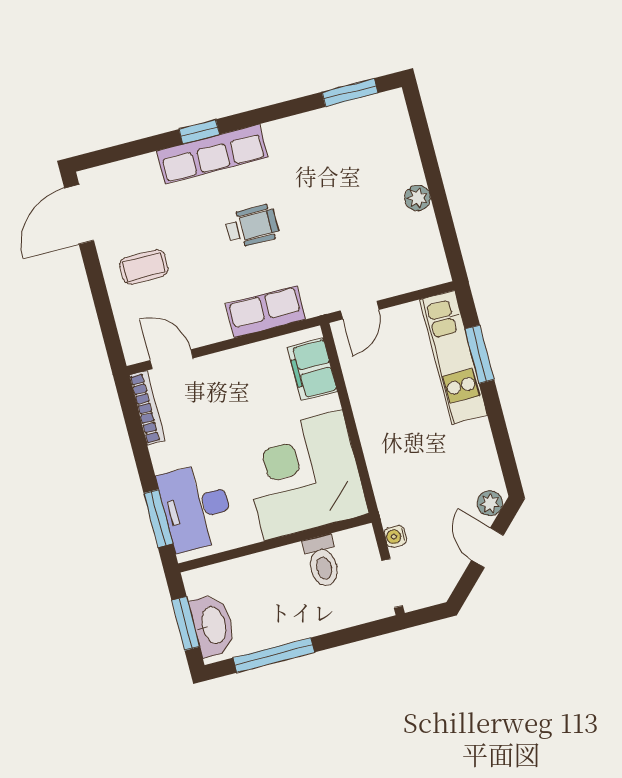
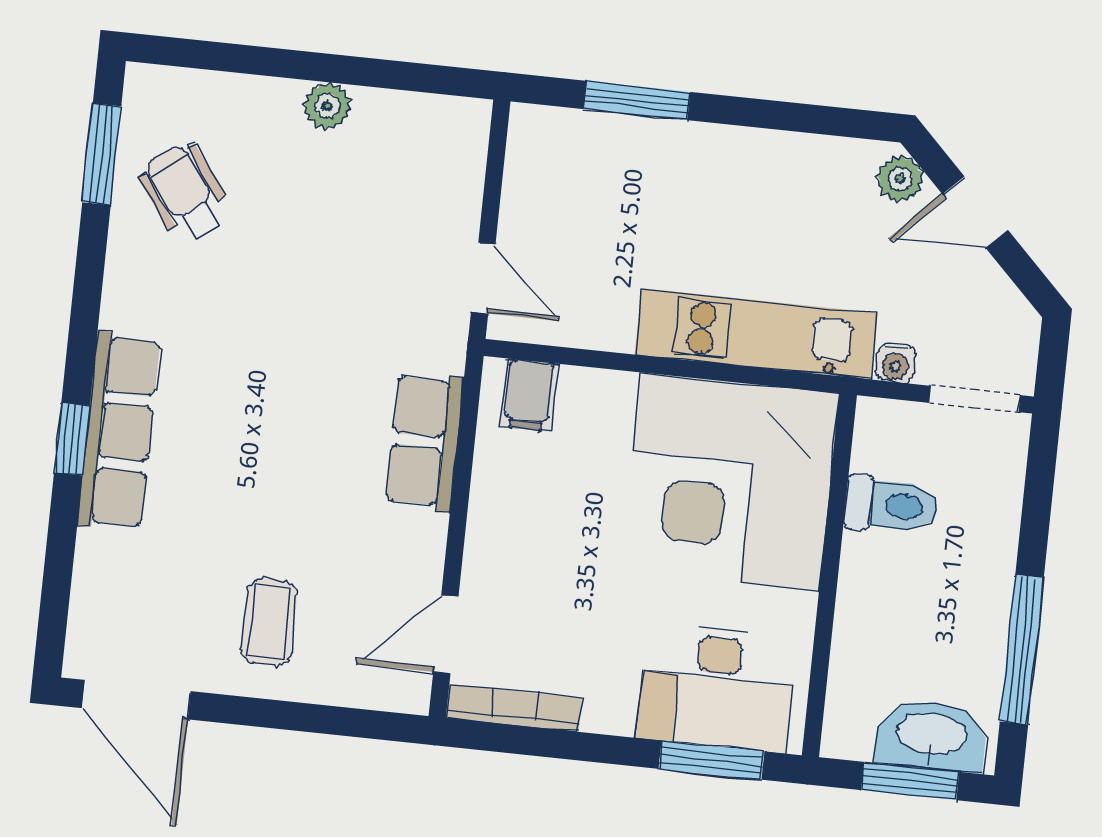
wheelchair: (252, 226) -> (185, 193), moved, turned -36
kitchen unit: (453, 357) -> (756, 334), moved, turned 180
filing cabinet: (312, 369) -> (529, 395), width x0.50

